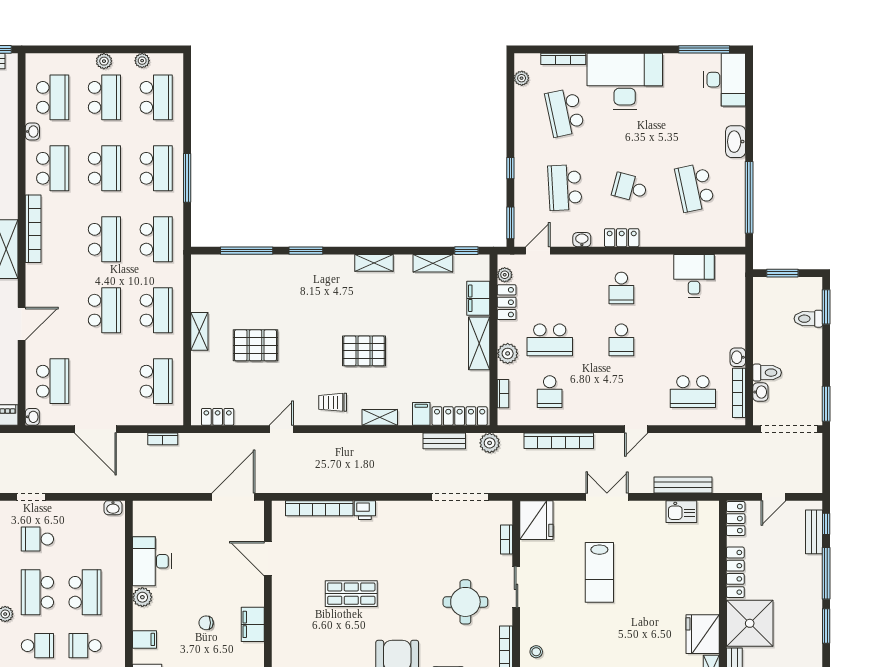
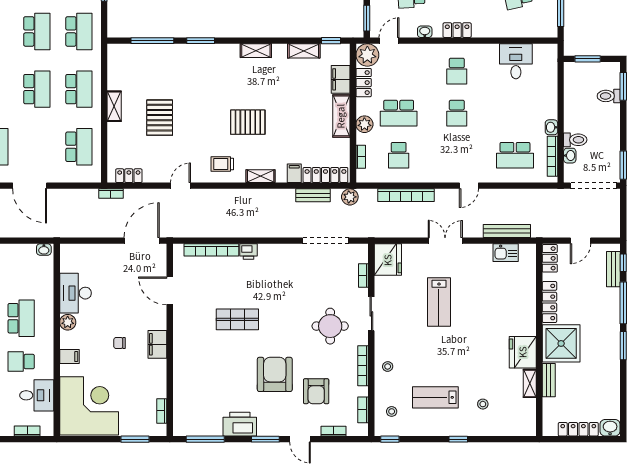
plant: (505, 275) -> (367, 55), width x1.87, depth x1.87
pallet: (255, 345) -> (160, 118), turned 90
bookcase: (163, 439) -> (111, 194), moved

